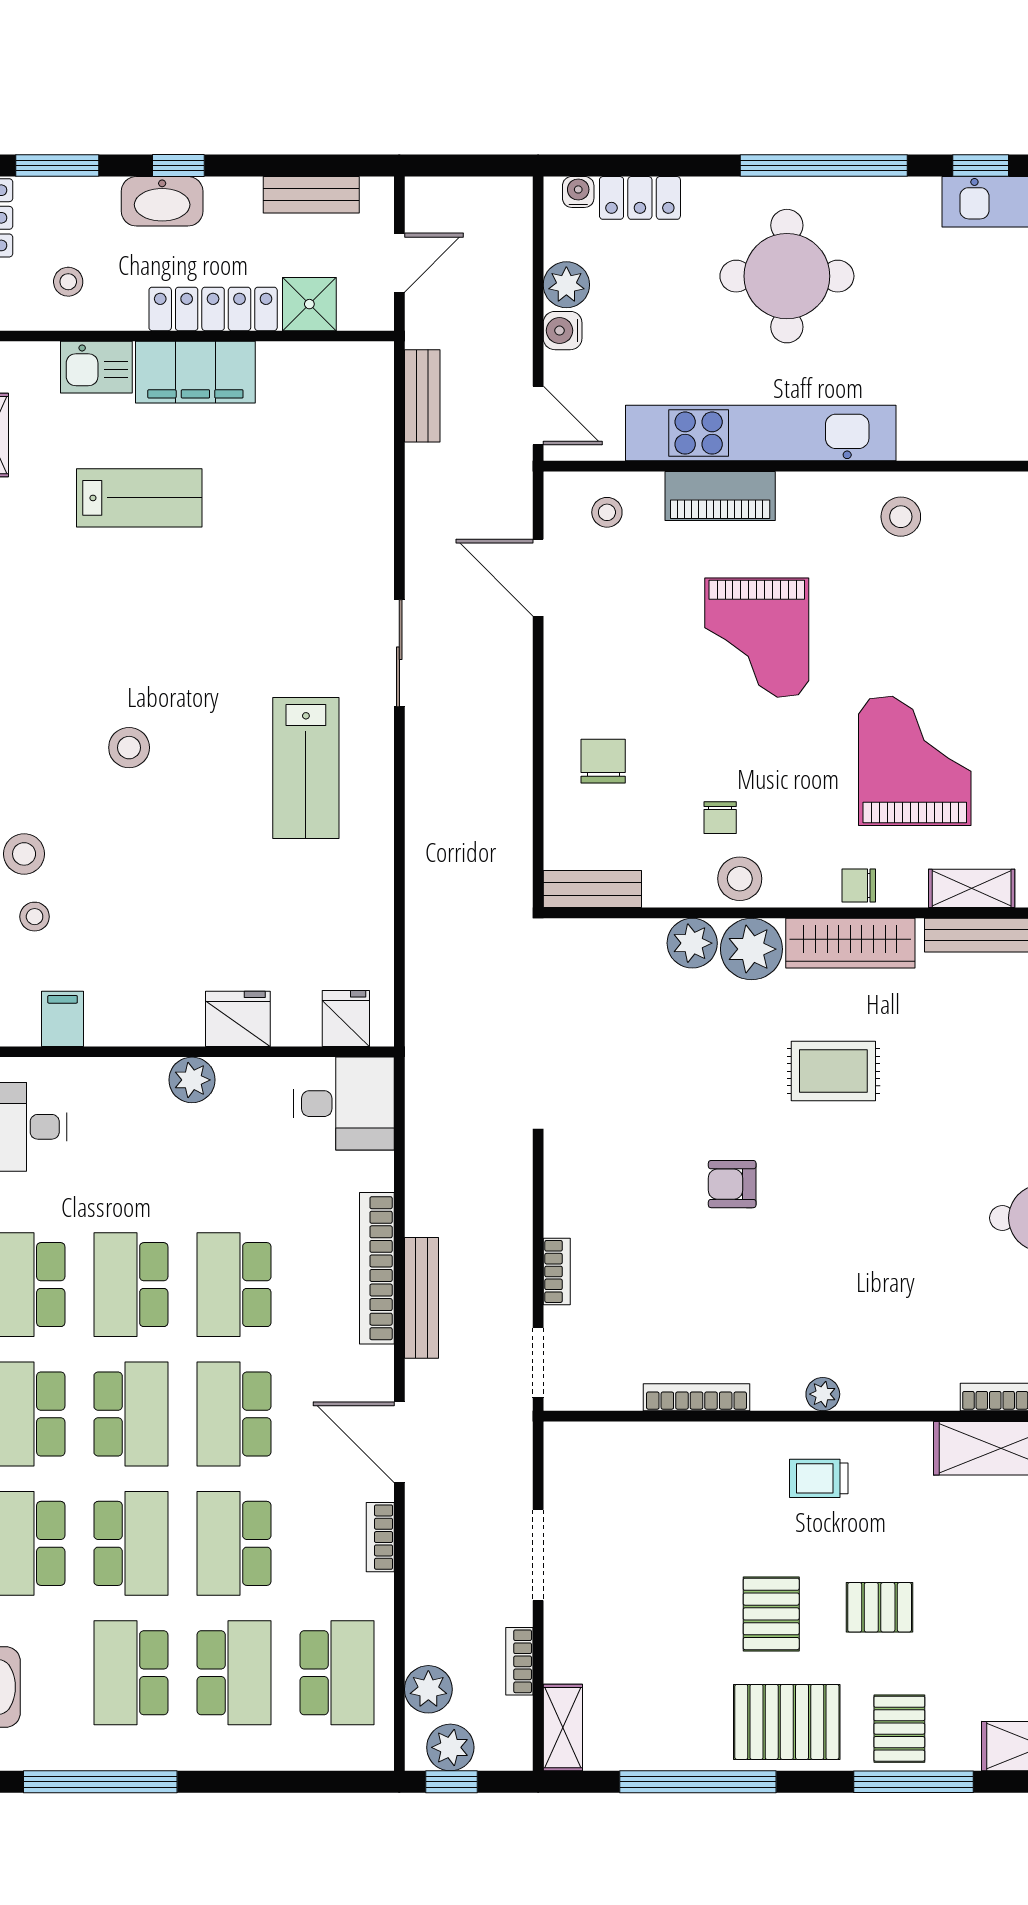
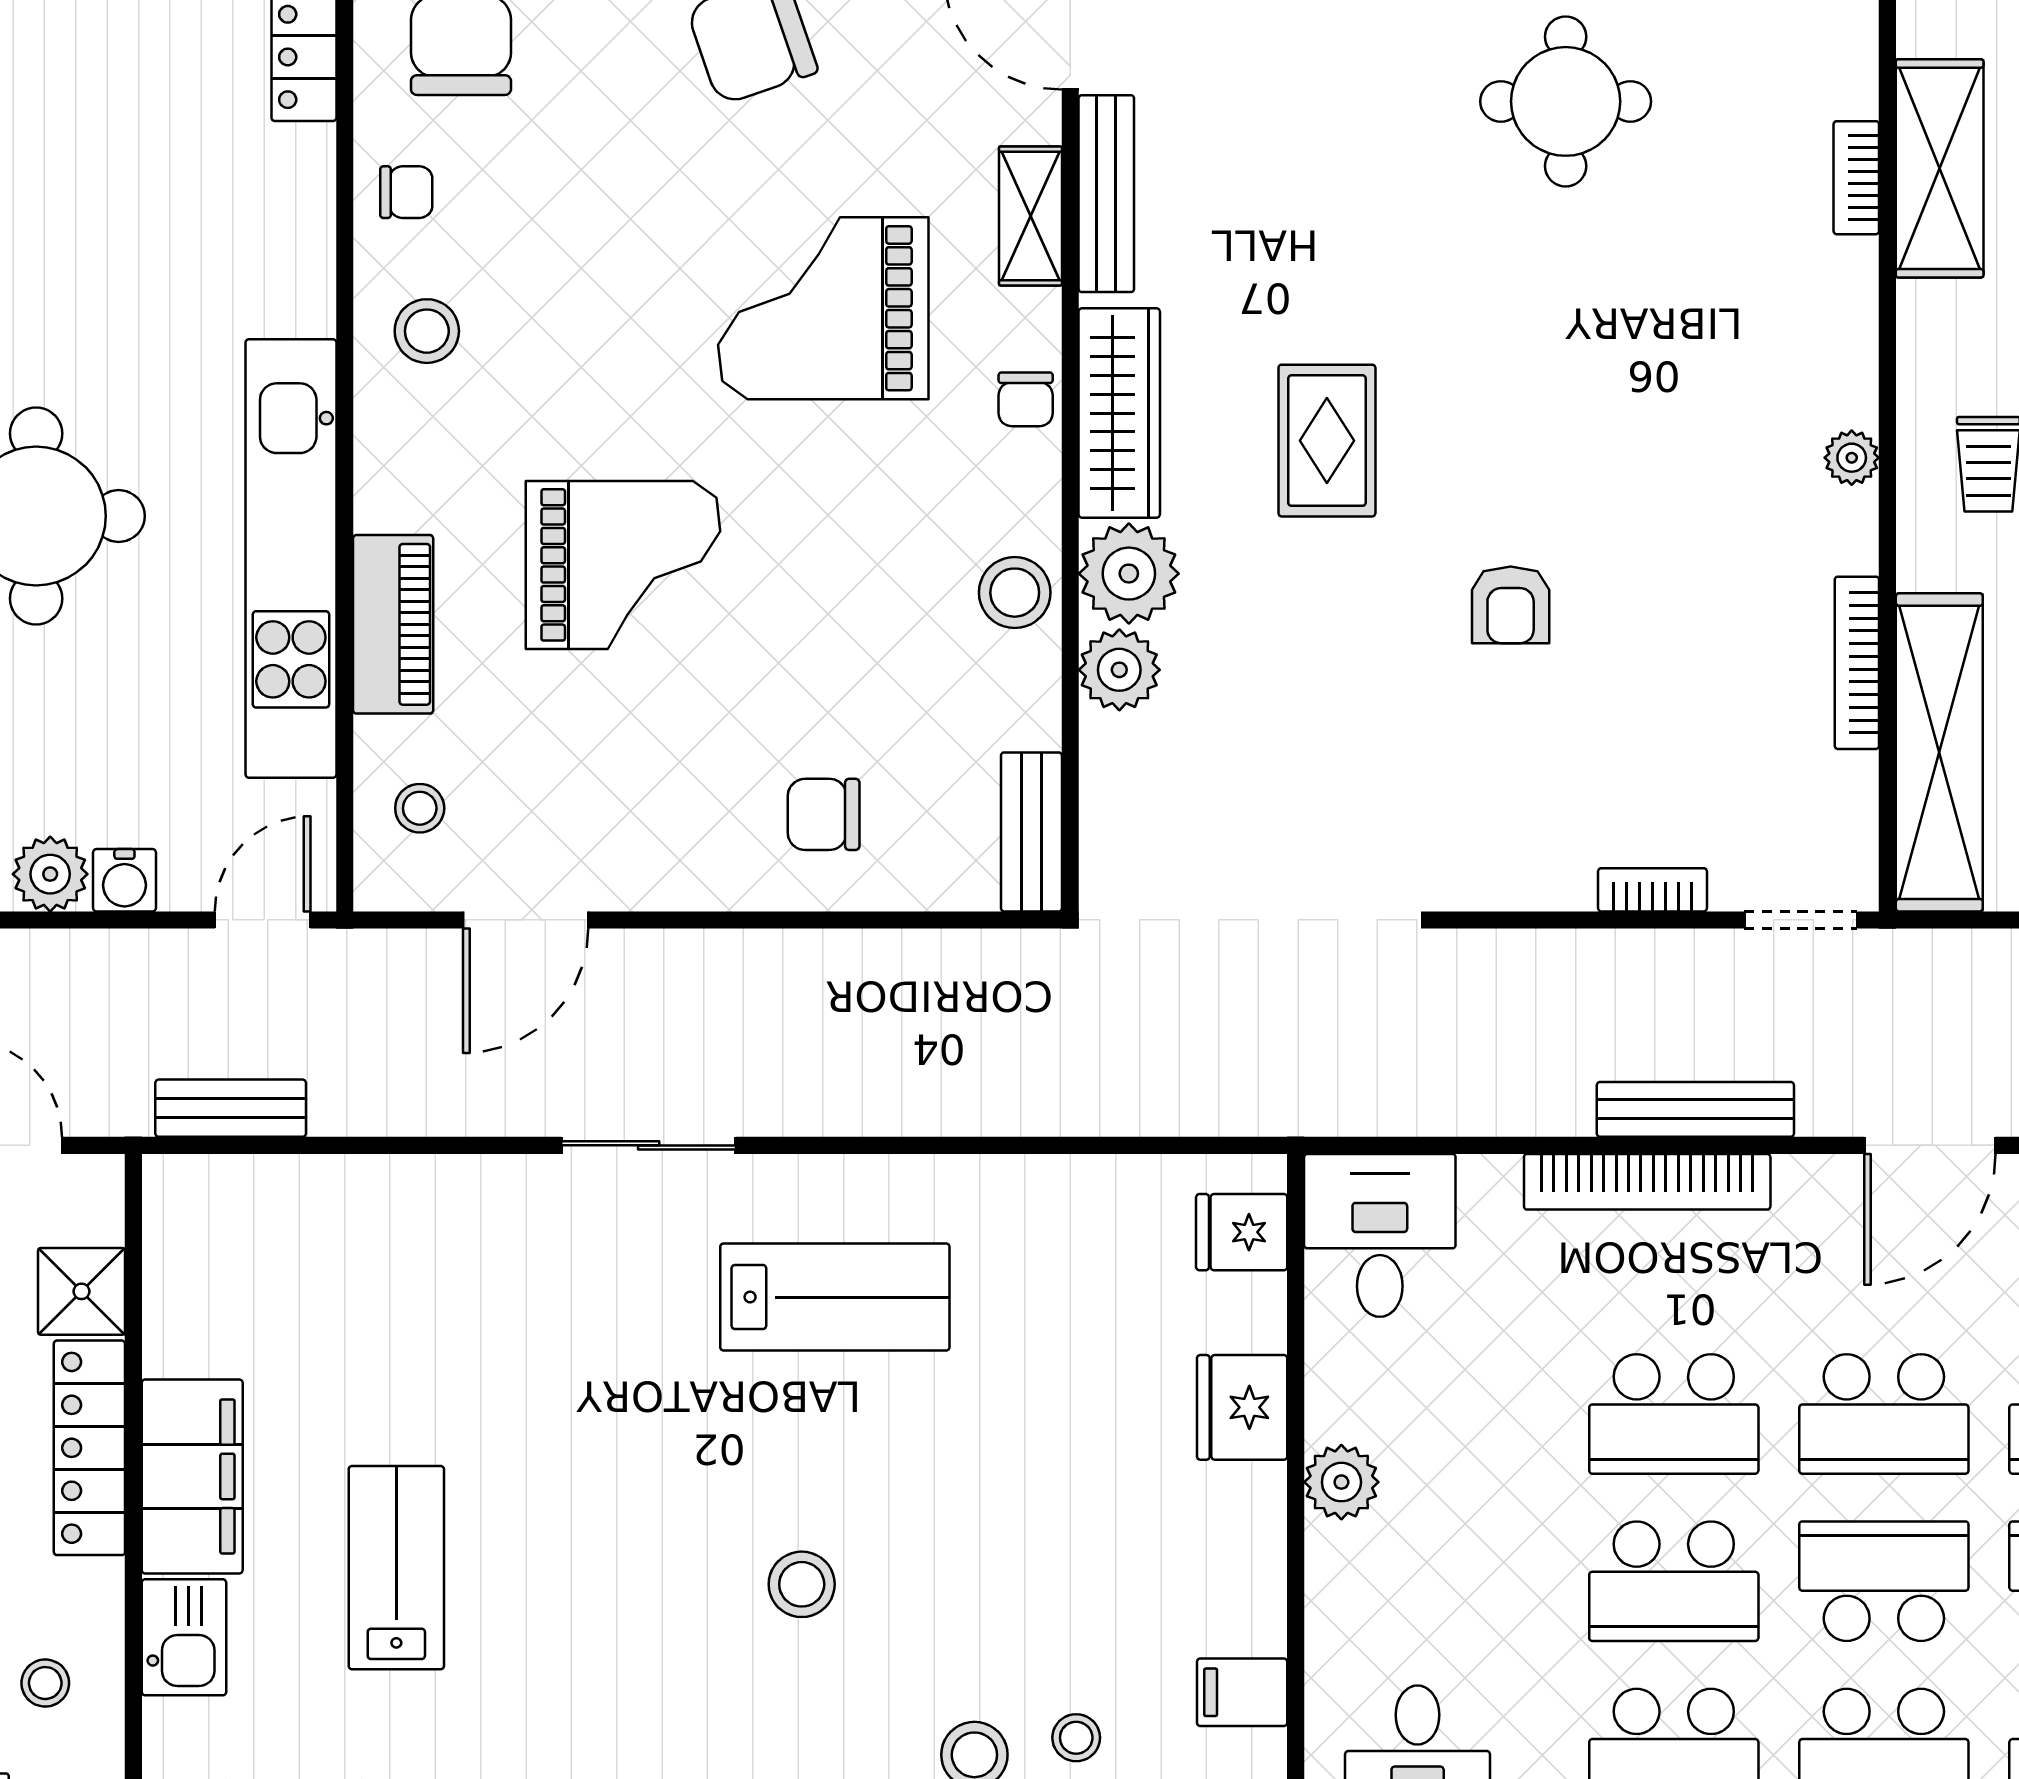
chair: (720, 818) -> (406, 192), moved
shelving: (641, 1448) -> (1939, 752), added

